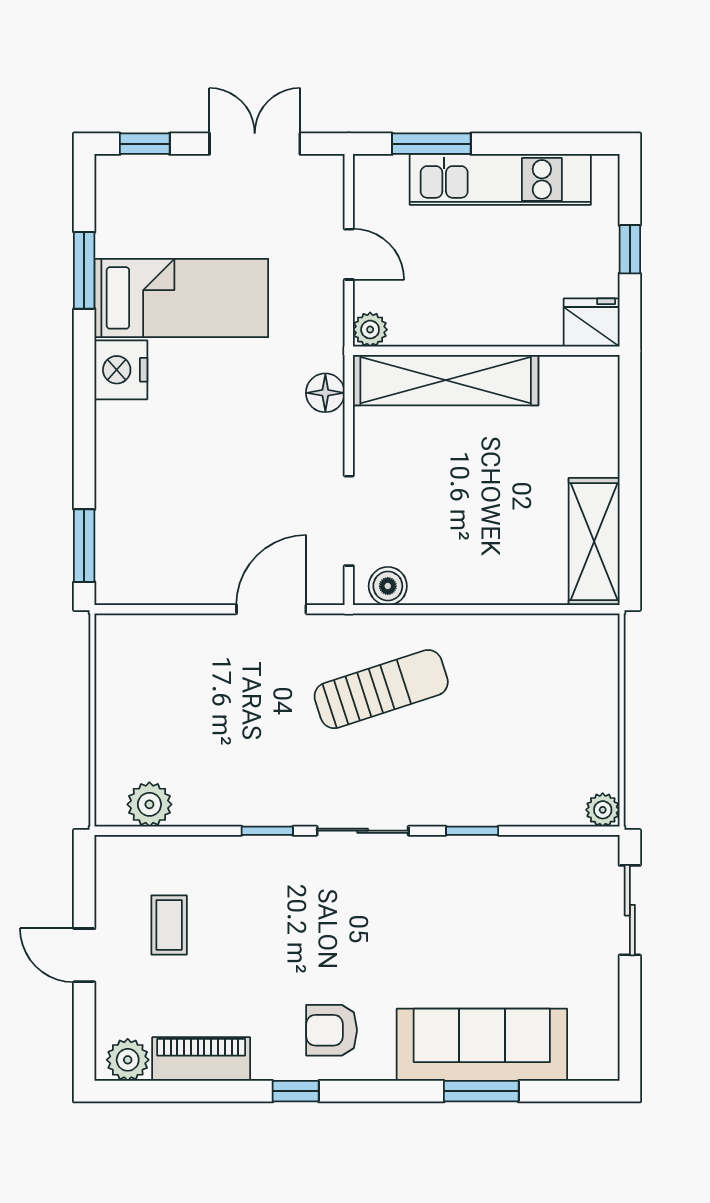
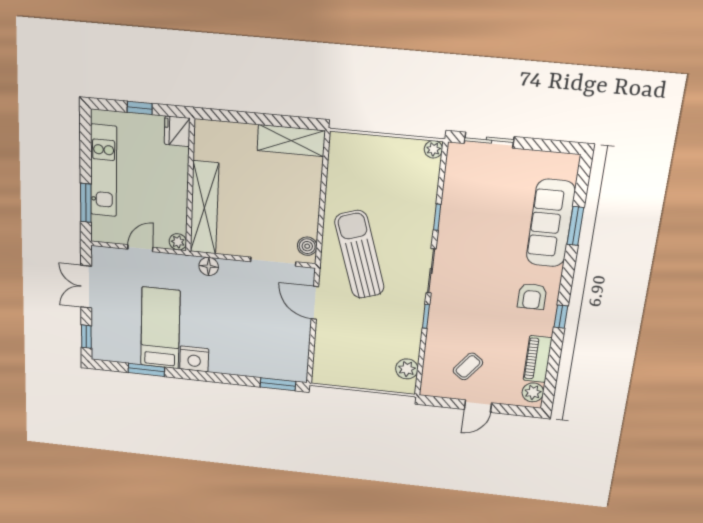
sun lounger: (381, 689) -> (359, 255), width x1.36, depth x1.34
coffee table: (169, 925) -> (468, 366), turned -53

